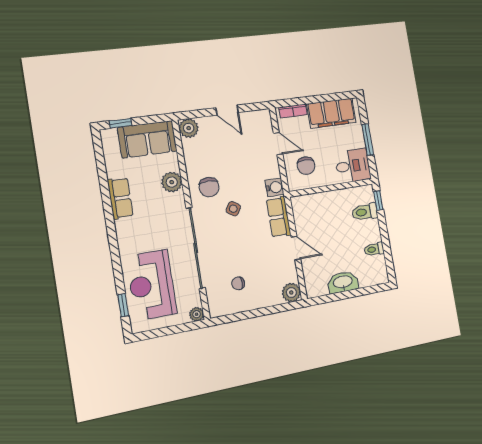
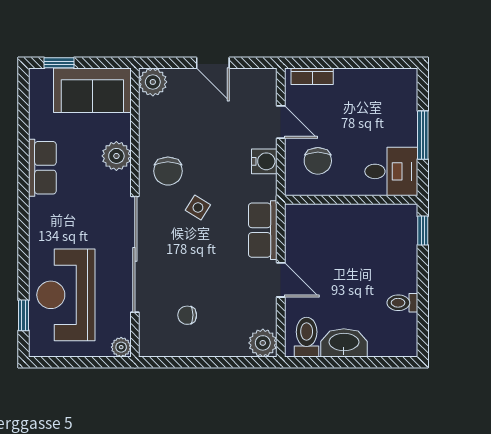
filing cabinet: (332, 113) -> (372, 87), removed
water cooler: (275, 187) -> (264, 161), moved
toilet: (365, 212) -> (307, 337), moved, turned 90

